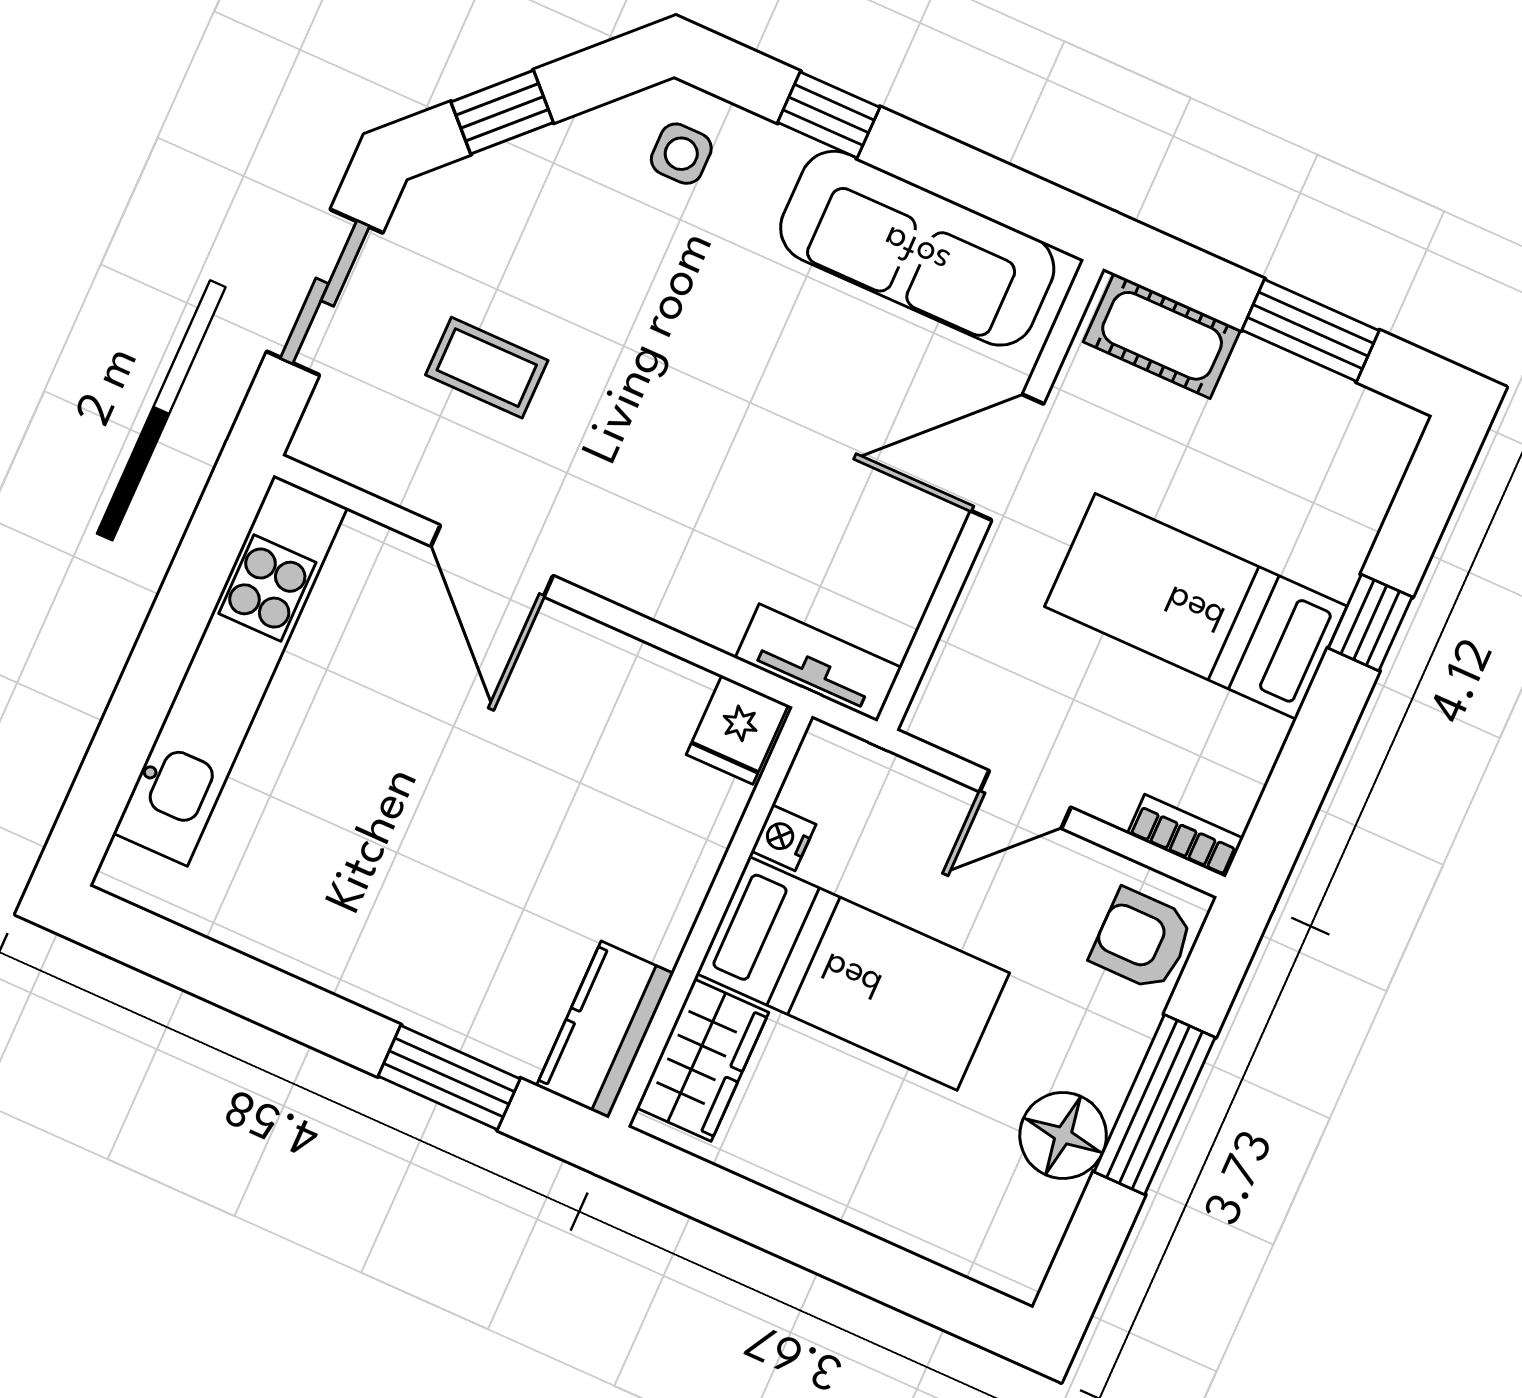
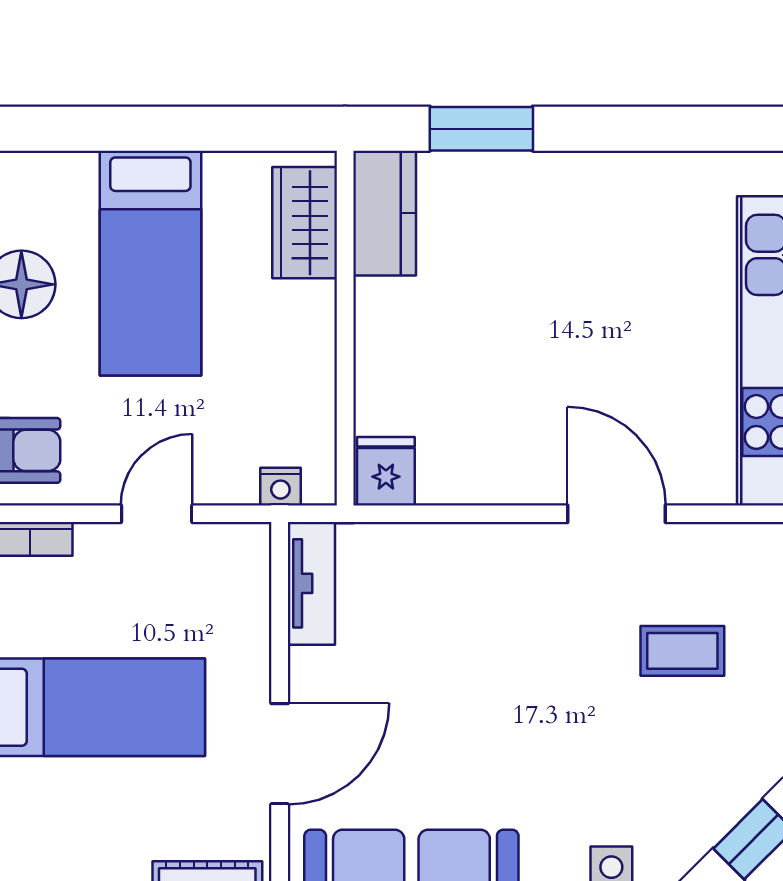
tv unit: (818, 663) -> (311, 583), moved, turned -90
nightstand: (784, 838) -> (280, 487), moved, turned 90
bed: (853, 973) -> (150, 263), moved, turned -90

